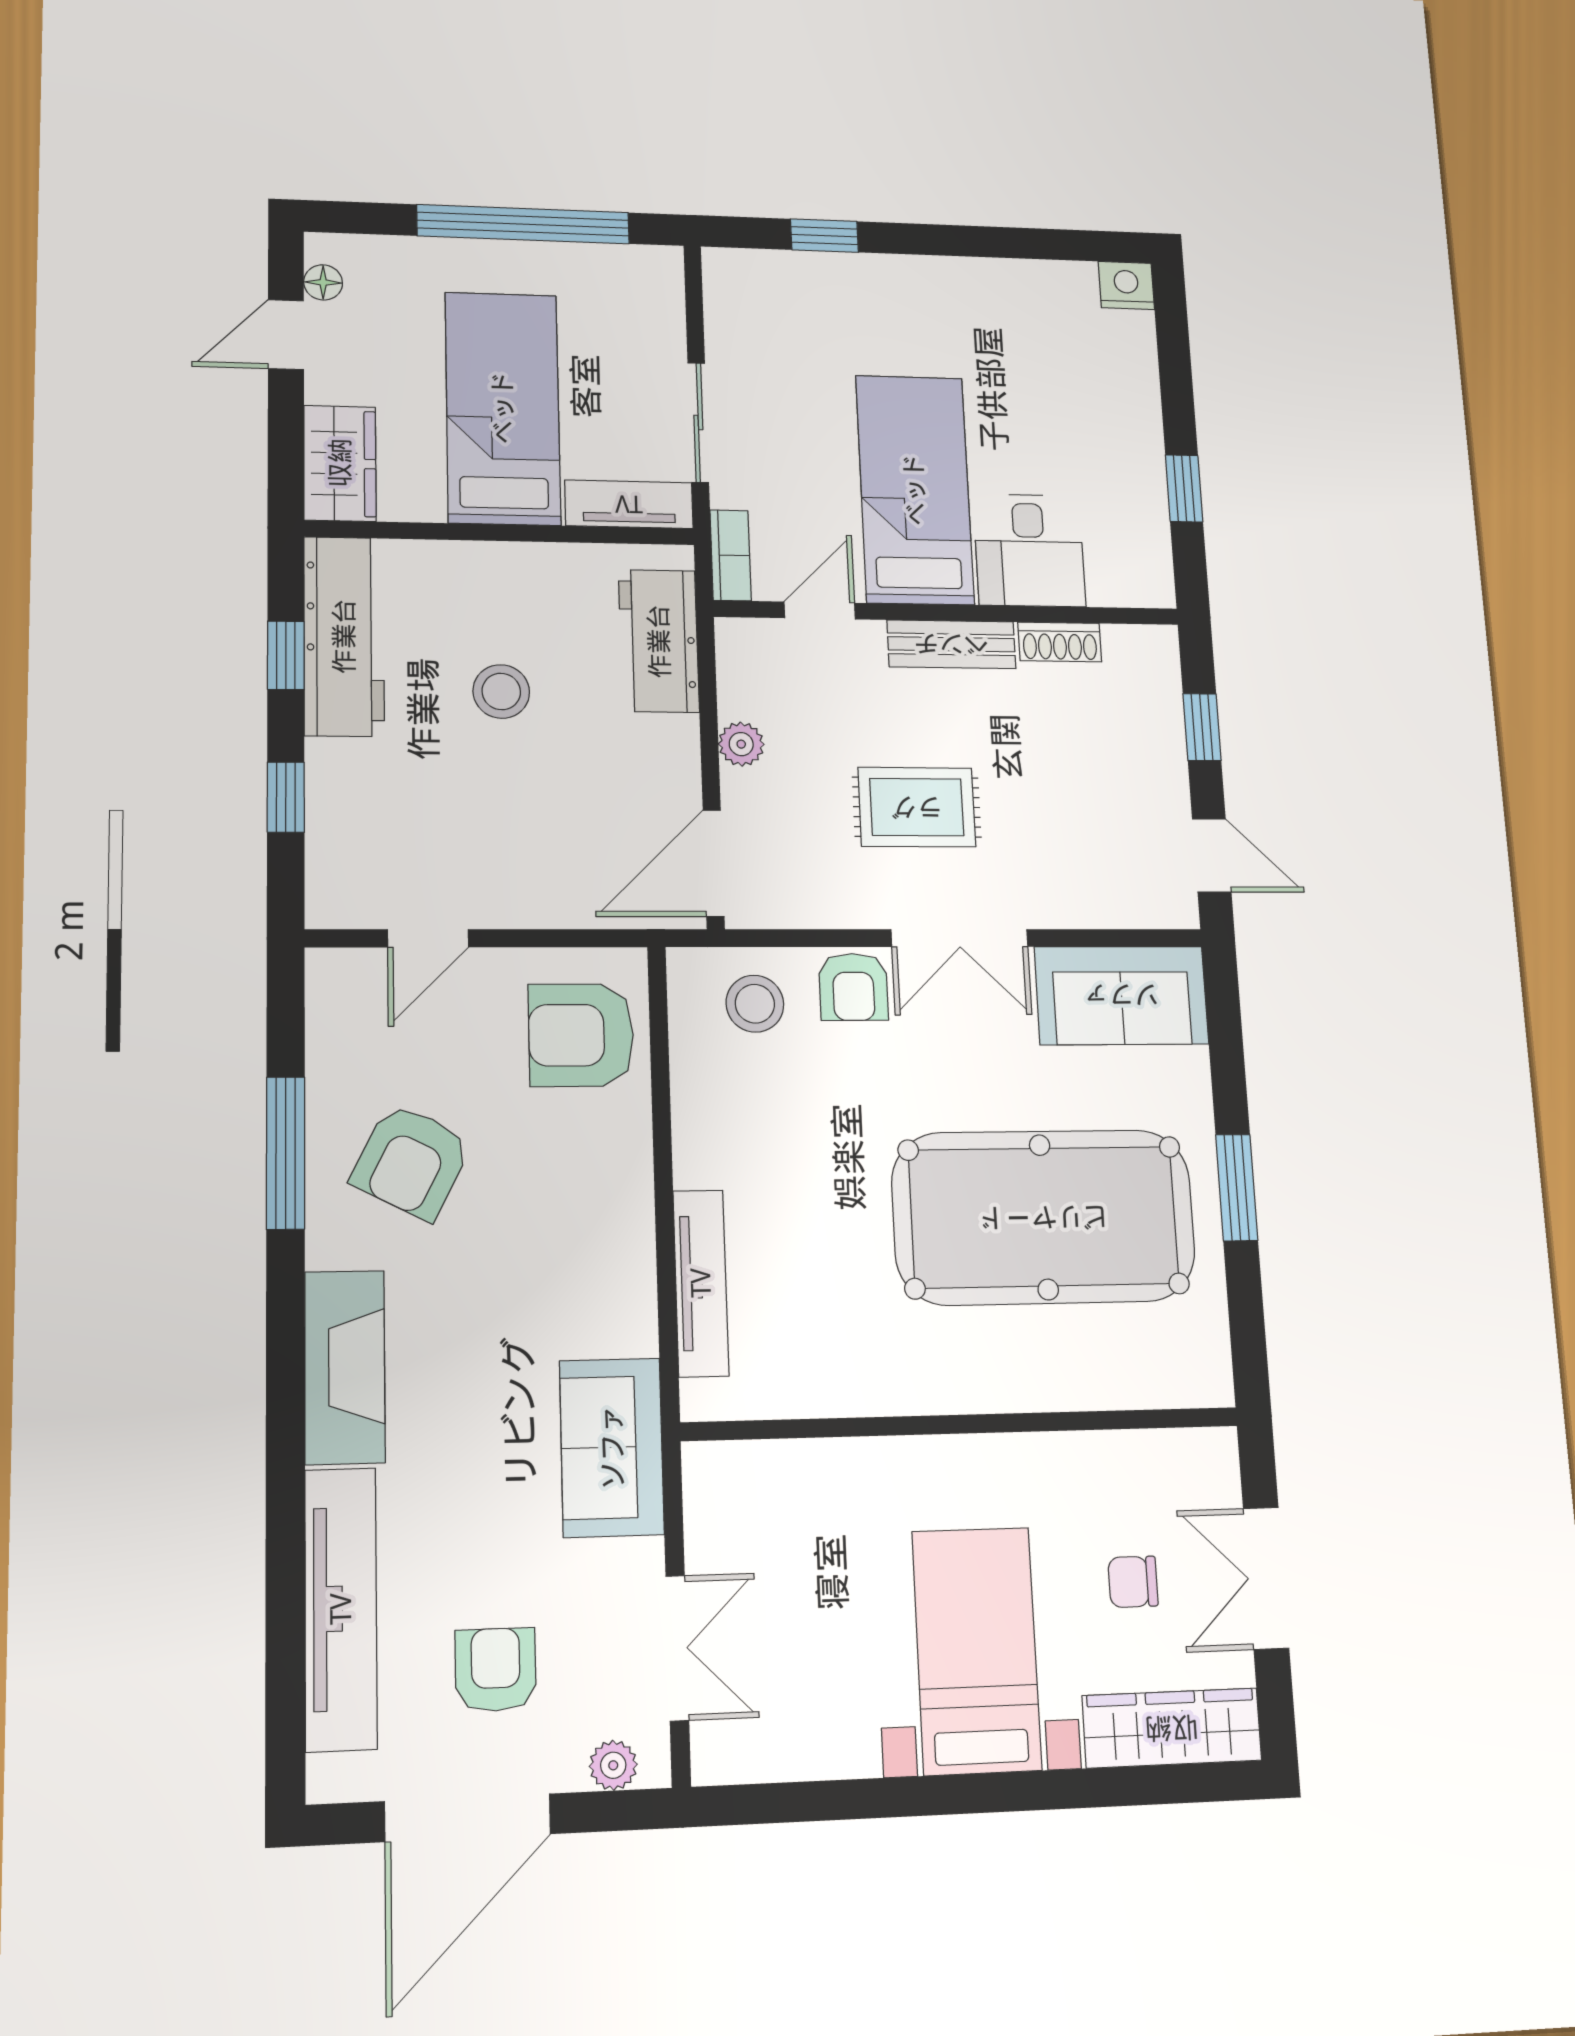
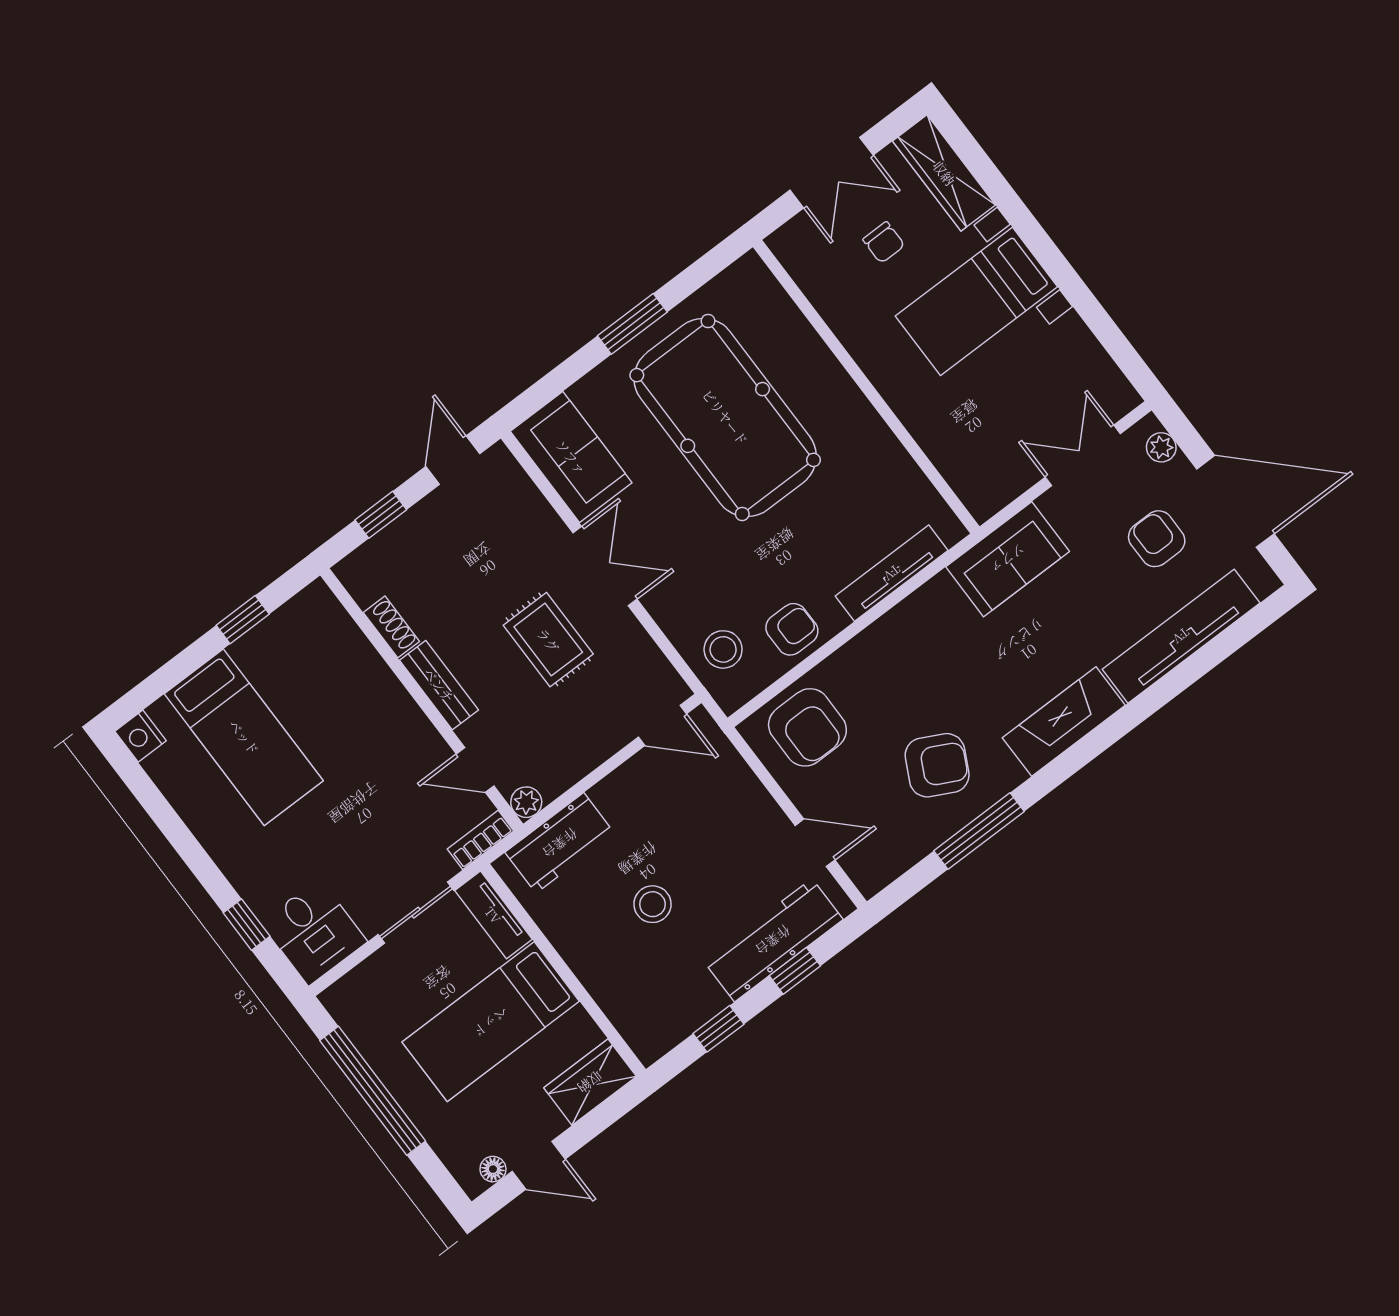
bed: (915, 490) -> (244, 737), moved, turned -90
desk: (1029, 550) -> (314, 932), moved, turned 90
workbench: (344, 636) -> (773, 940), moved
plant: (741, 744) -> (526, 802), moved
door: (713, 863) -> (662, 725), width x0.73
armchair: (853, 987) -> (792, 629), moved
armchair: (496, 1670) -> (1157, 539), turned 90

